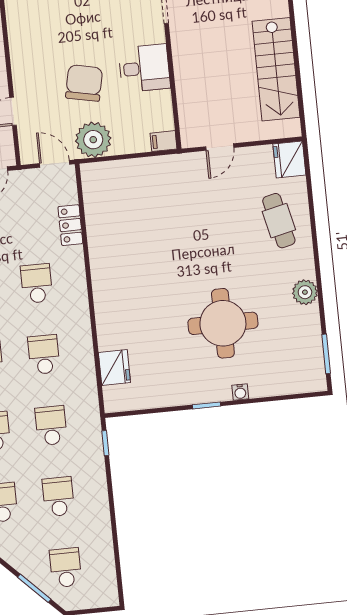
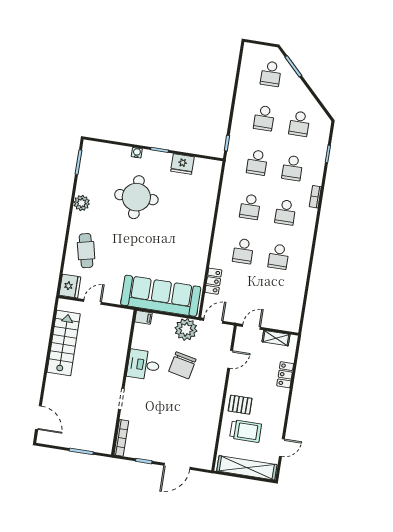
door: (220, 147) -> (92, 302), moved
door: (55, 164) -> (213, 321), swing flipped
sofa: (146, 181) -> (161, 296), added
fridge: (114, 367) -> (182, 164), moved, turned -90

